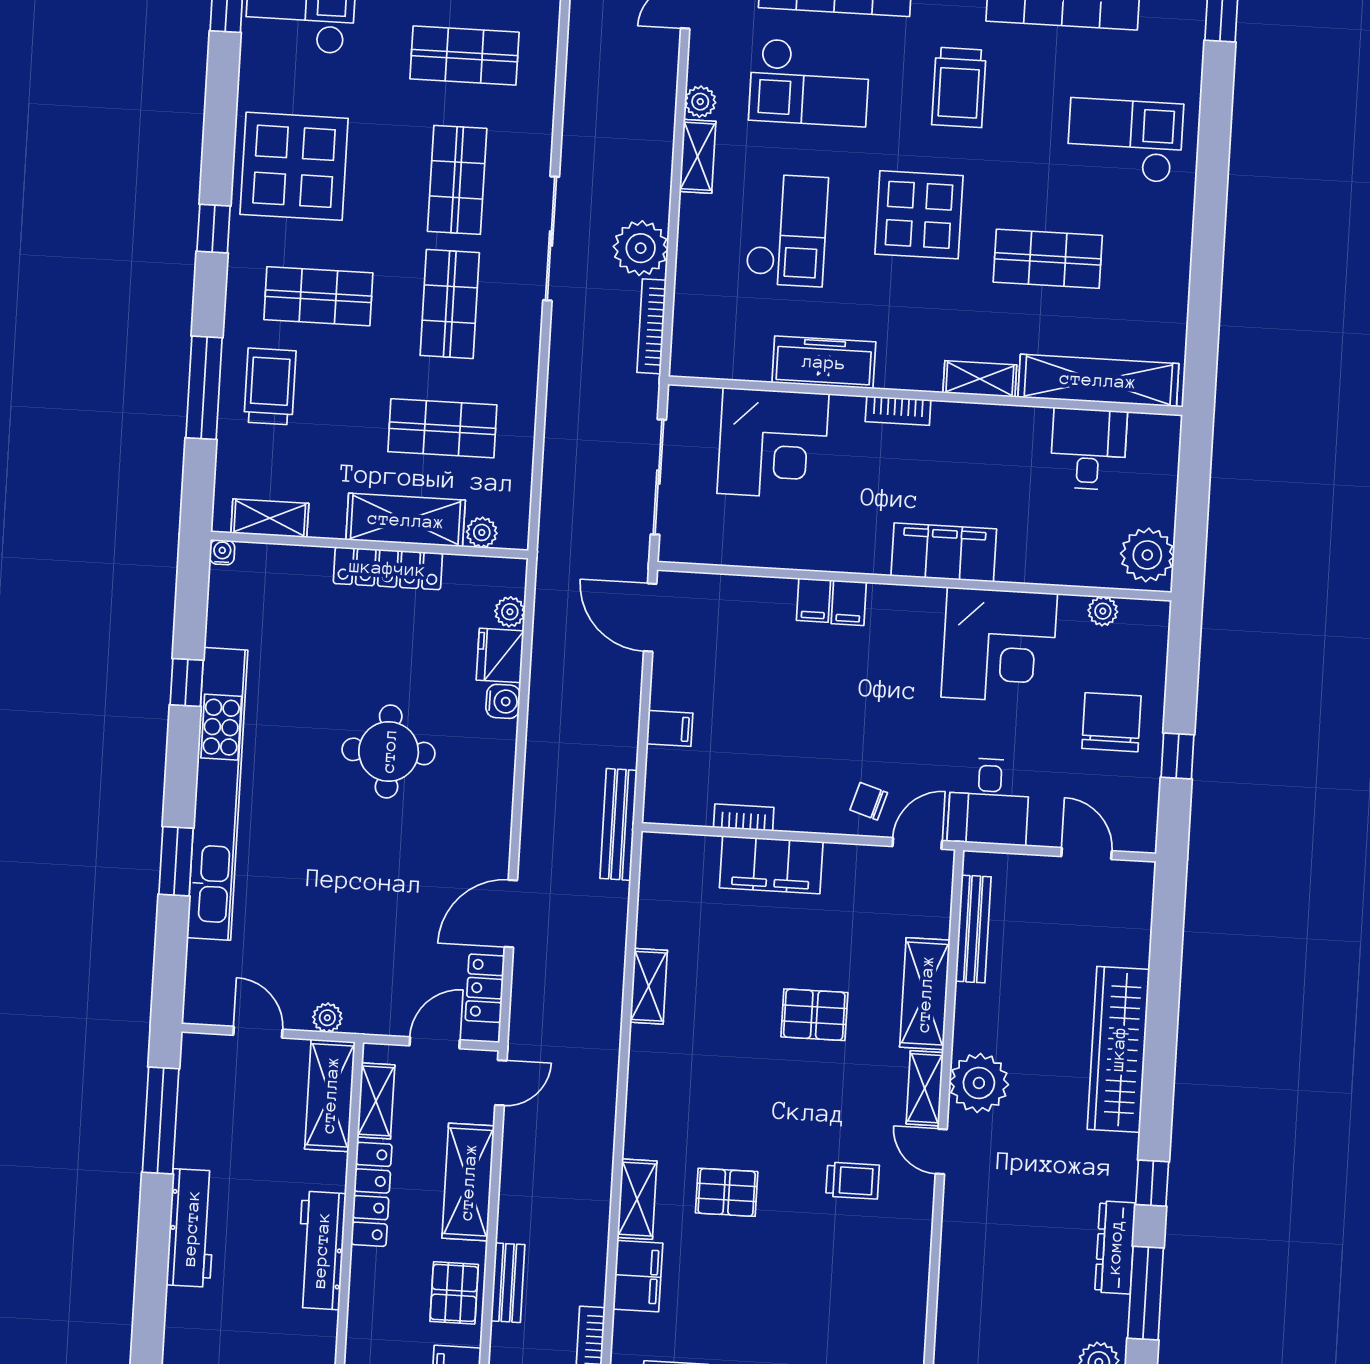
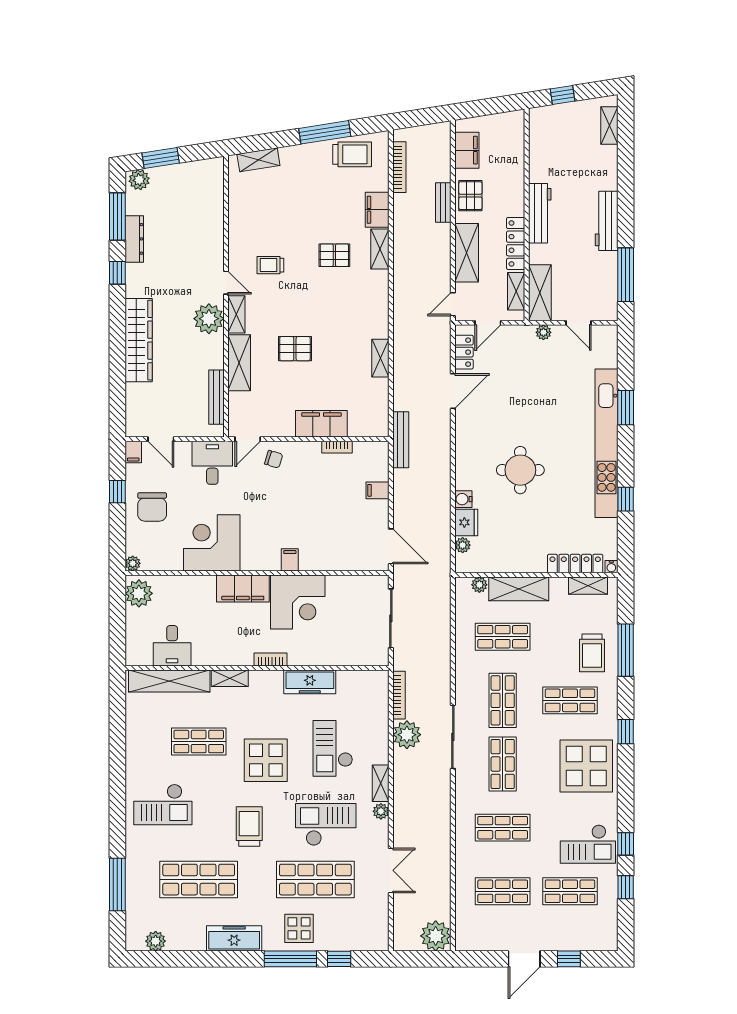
corner desk: (773, 444) -> (298, 602), moved, turned 180
locker: (388, 568) -> (575, 564), moved
filing cabinet: (814, 600) -> (133, 452), moved, turned 180
plant: (1103, 611) -> (133, 563), moved

